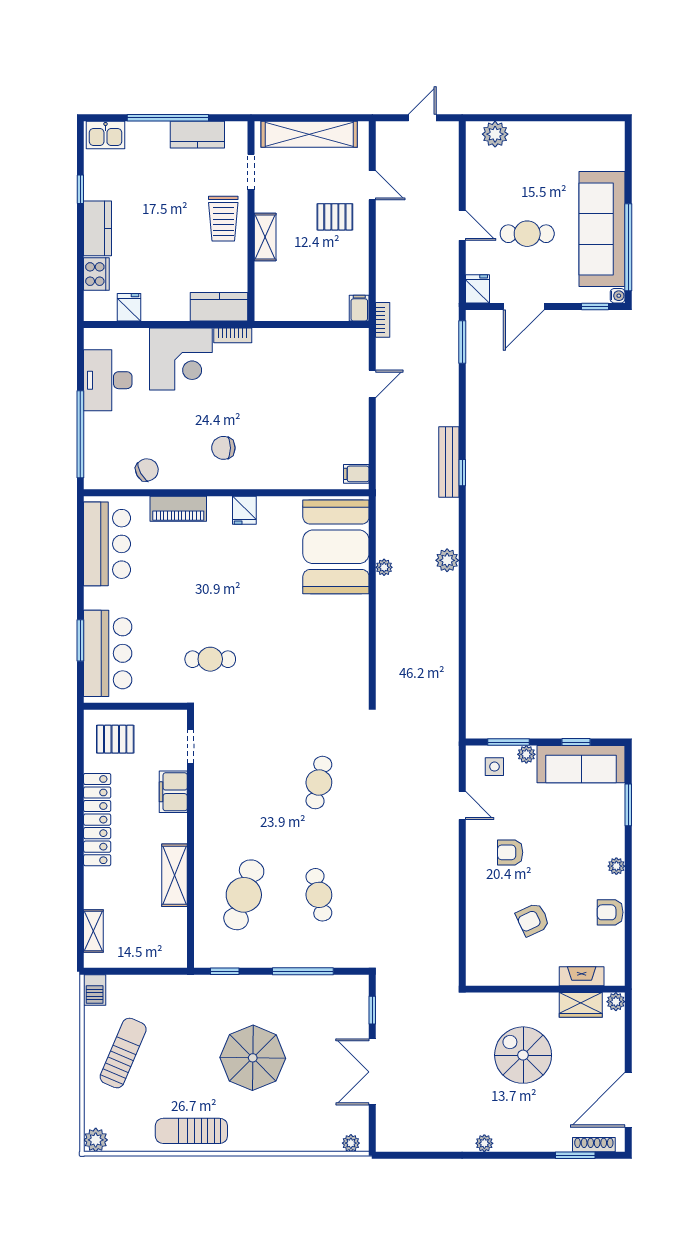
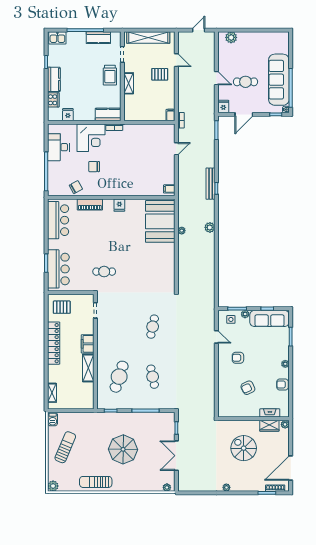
chair: (223, 448) -> (94, 167), moved
filing cabinet: (173, 792) -> (88, 344), moved

